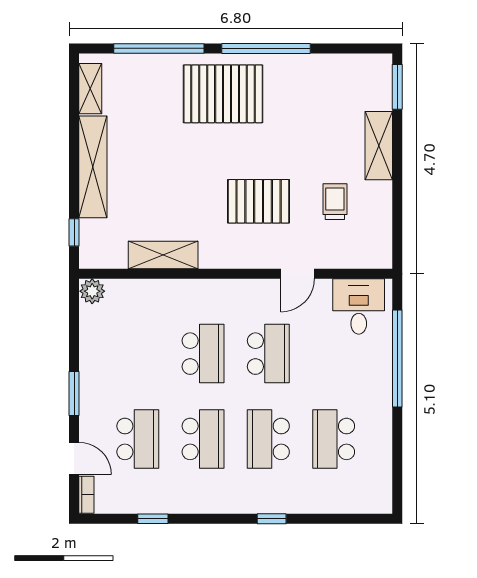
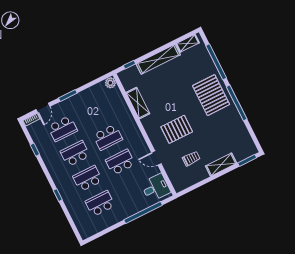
pallet: (259, 201) -> (177, 129), turned 90
school desk: (268, 354) -> (120, 162), turned 180
school desk: (203, 439) -> (75, 154), turned 180

